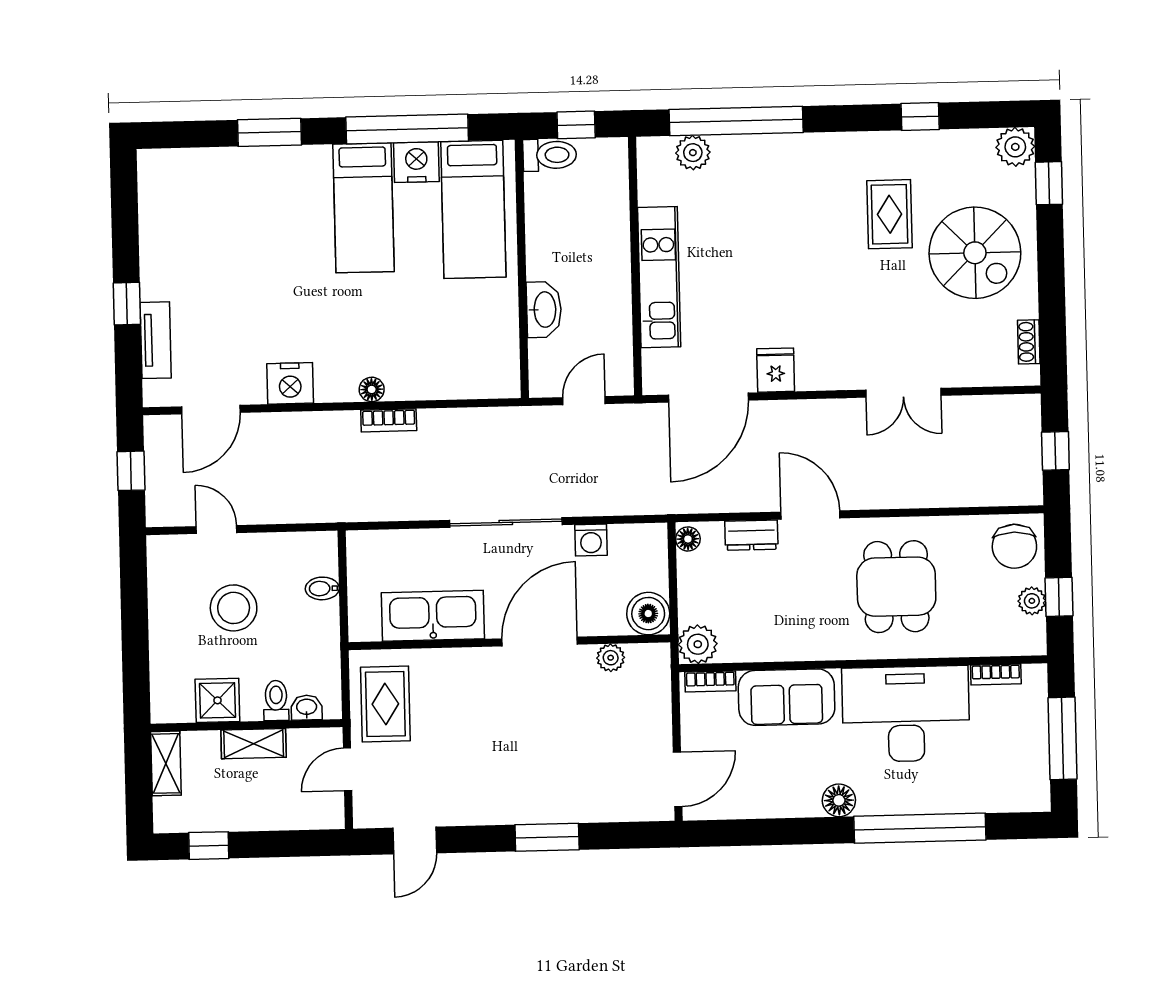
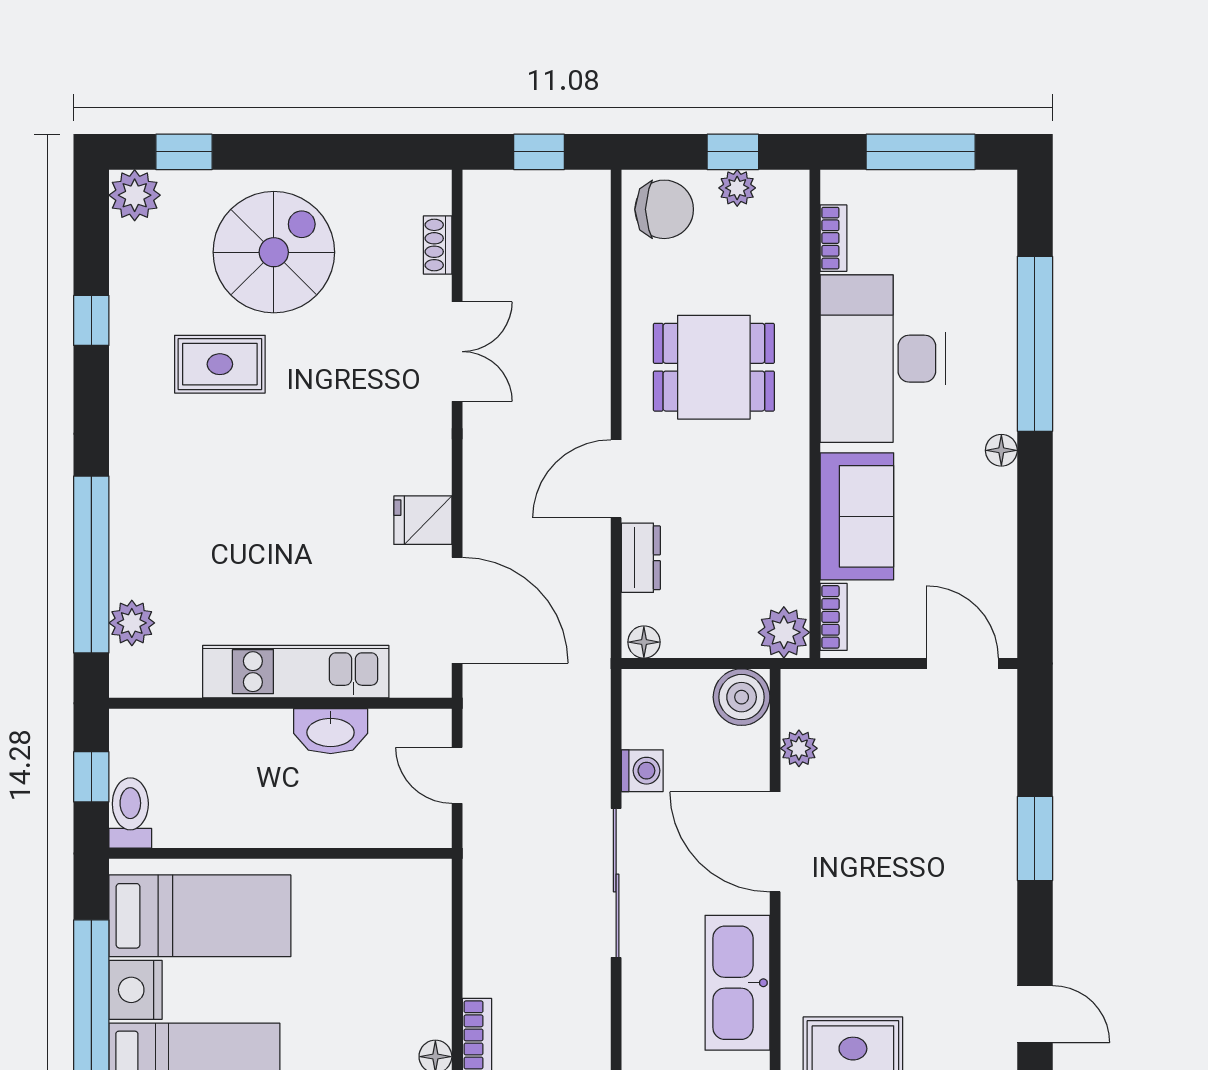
washbasin: (544, 310) -> (331, 731), moved, turned 180
shoe rack: (1029, 342) -> (438, 245), moved, turned 90
floor lamp: (839, 800) -> (1001, 450), width x0.73, depth x0.73

